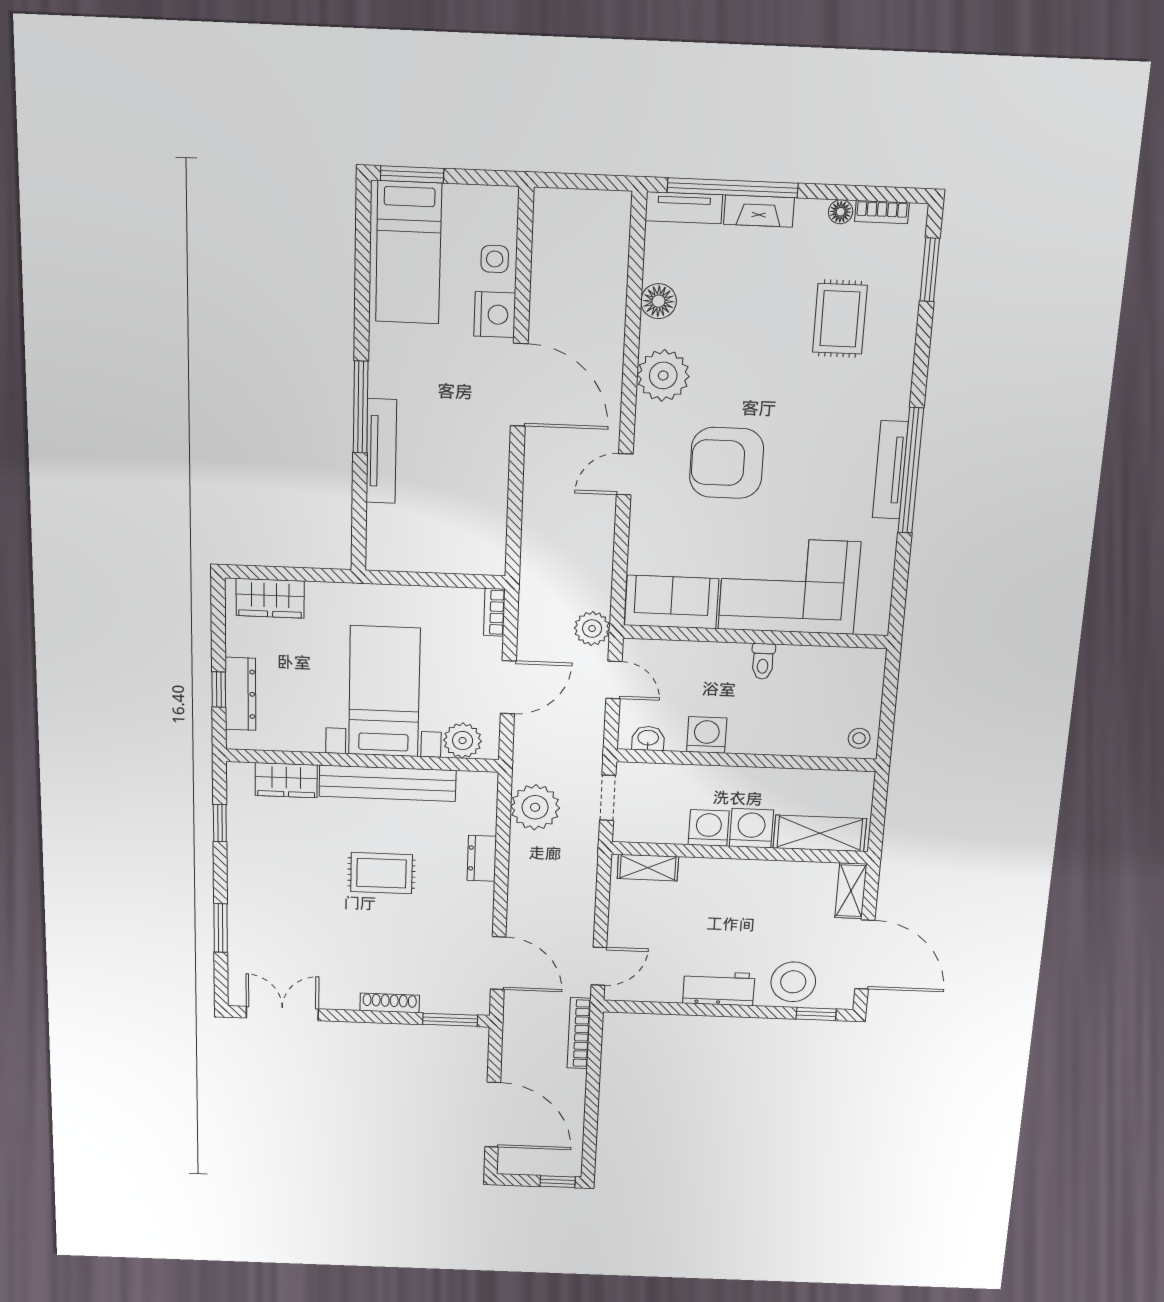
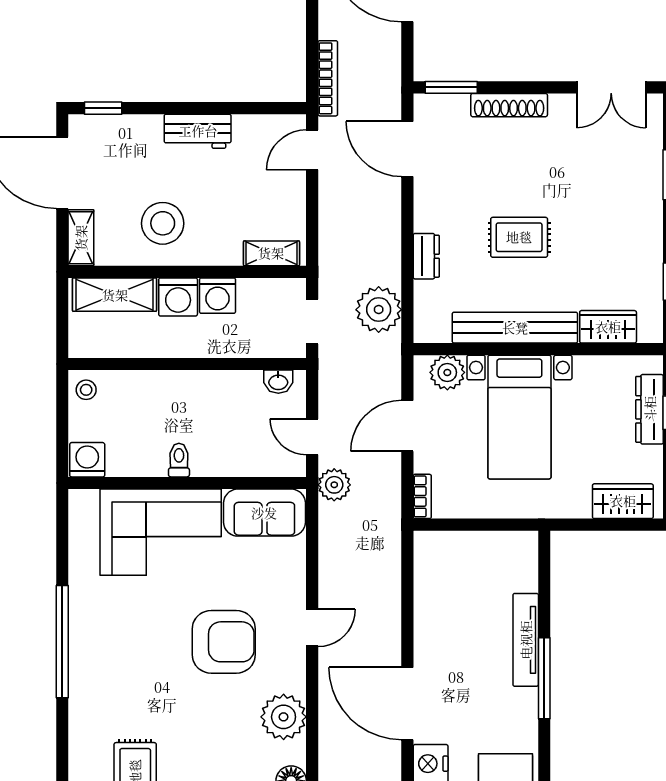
tv unit: (890, 470) -> (80, 641), removed
washing machine: (707, 735) -> (87, 460), moved, turned 180
stool: (793, 982) -> (163, 223), moved
shoe rack: (390, 1003) -> (509, 105), width x1.36, depth x1.24

